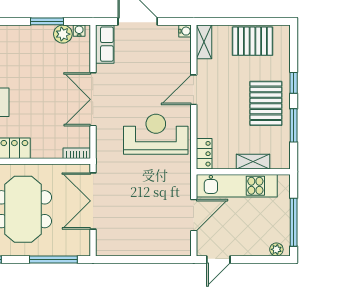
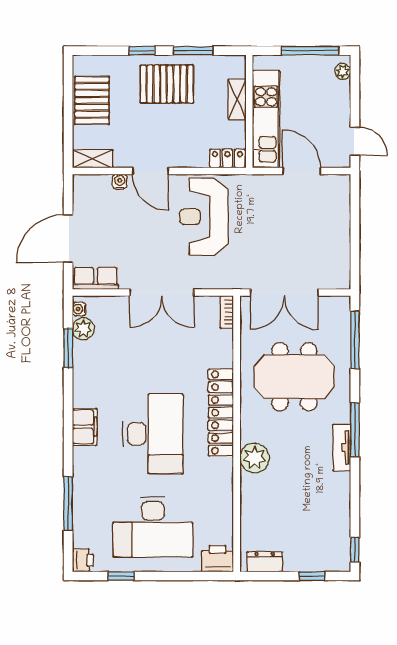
water cooler: (185, 31) -> (120, 182), moved

